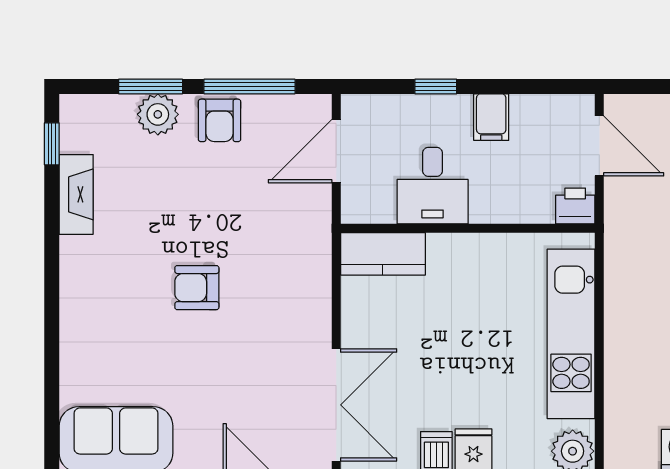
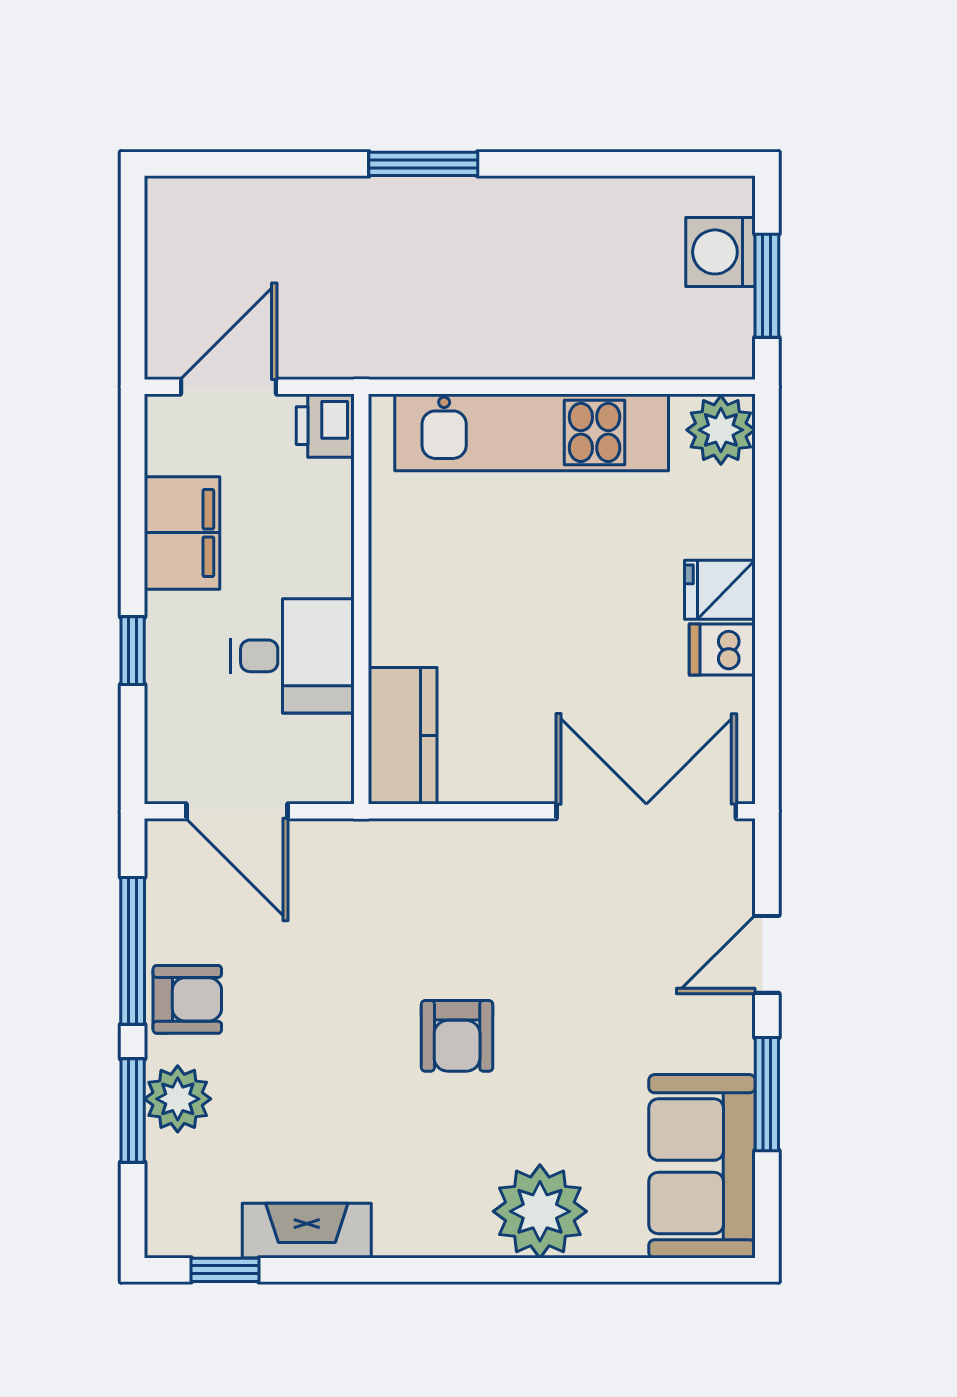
filing cabinet: (491, 117) -> (182, 533), width x2.00
plant: (88, 339) -> (540, 1211), added

